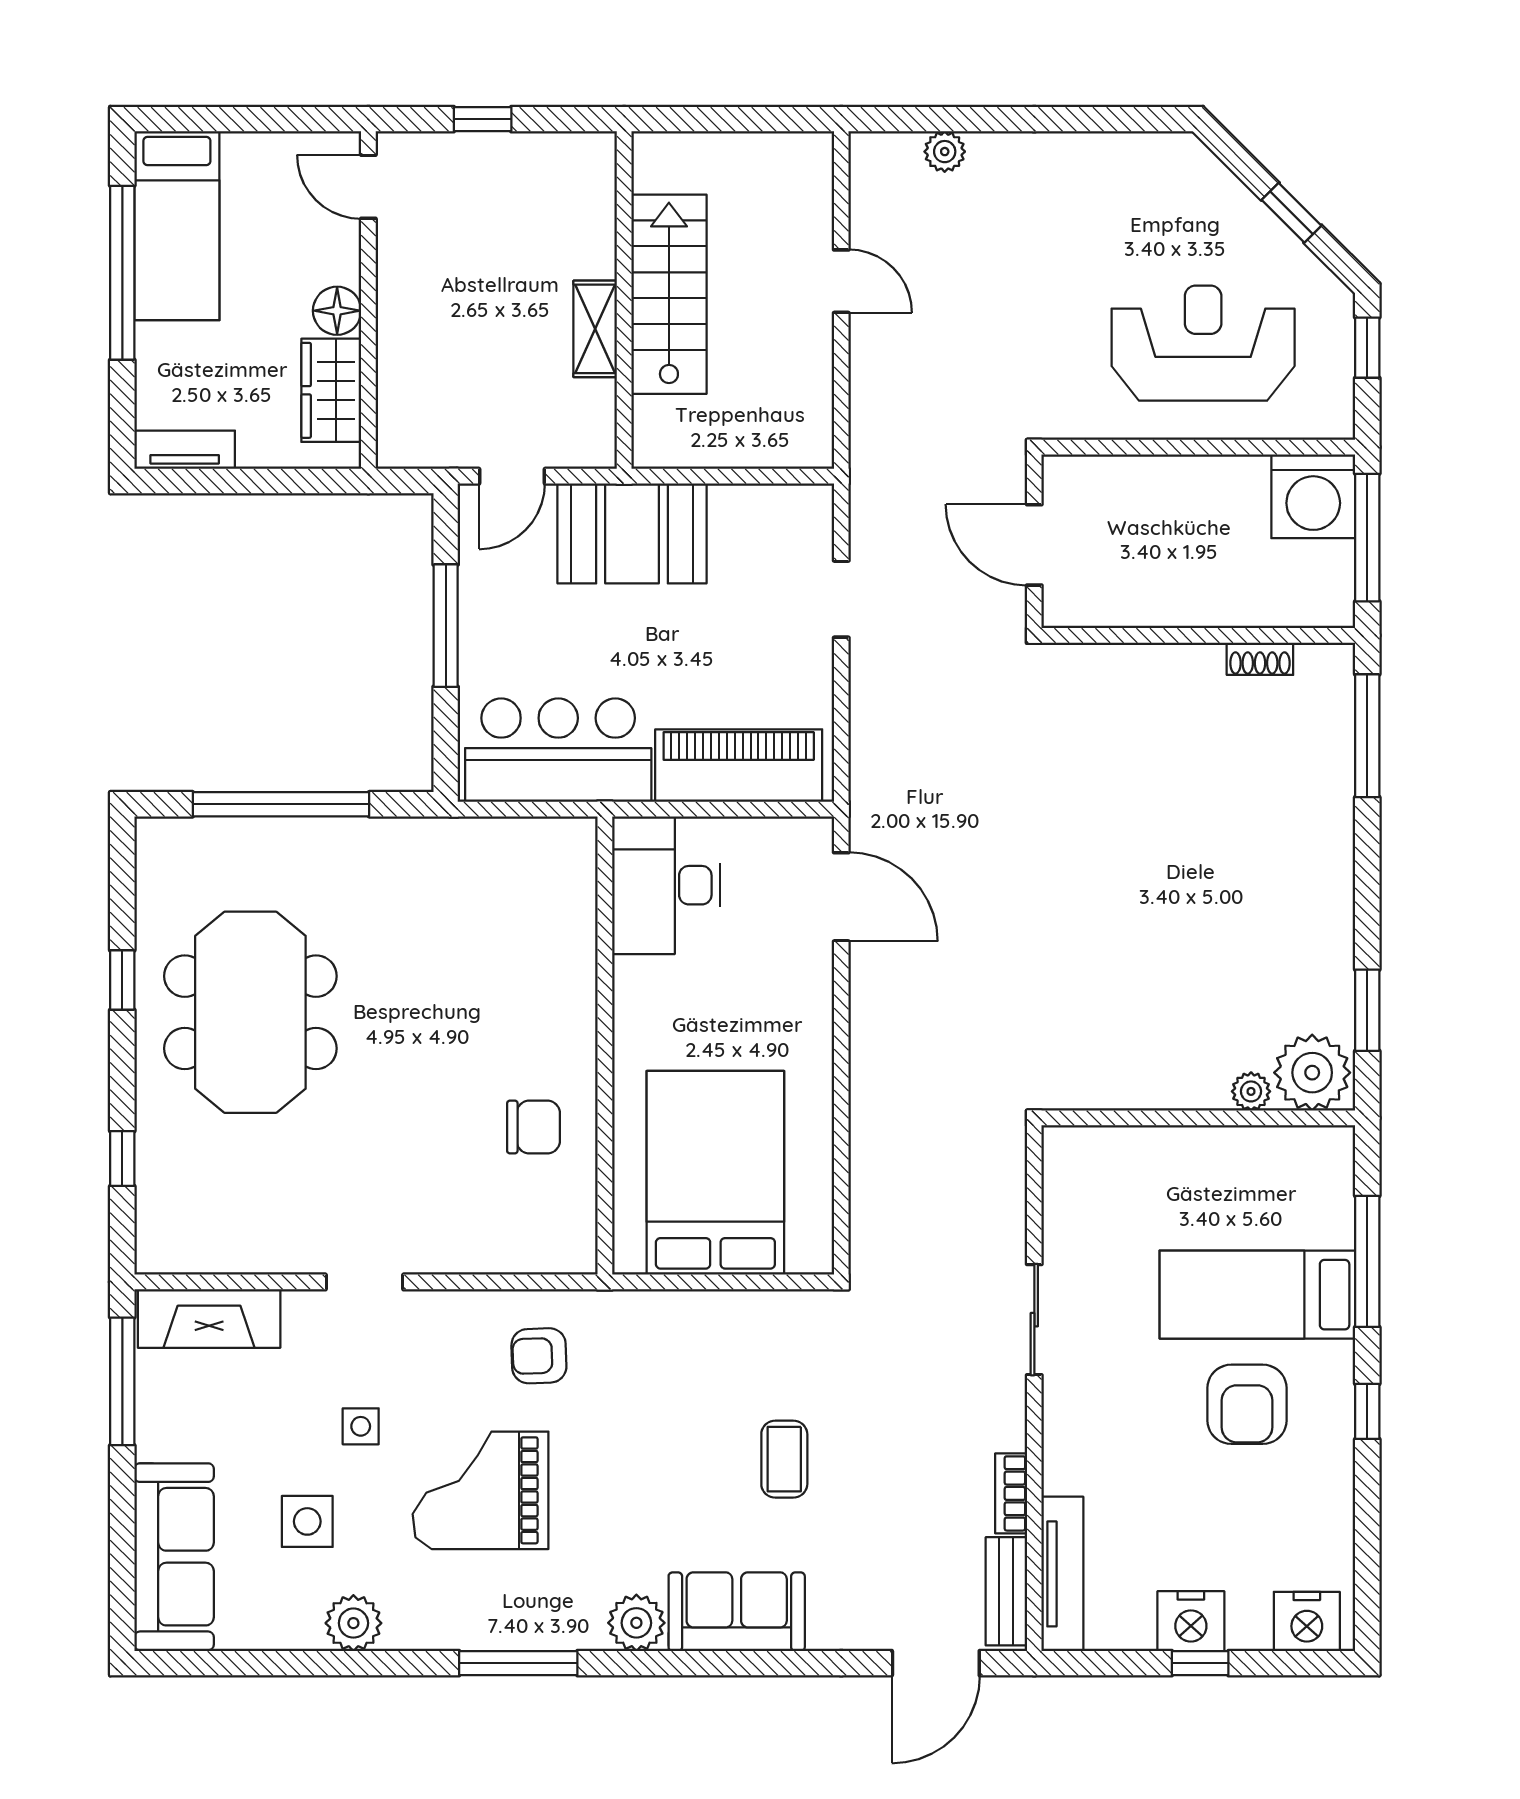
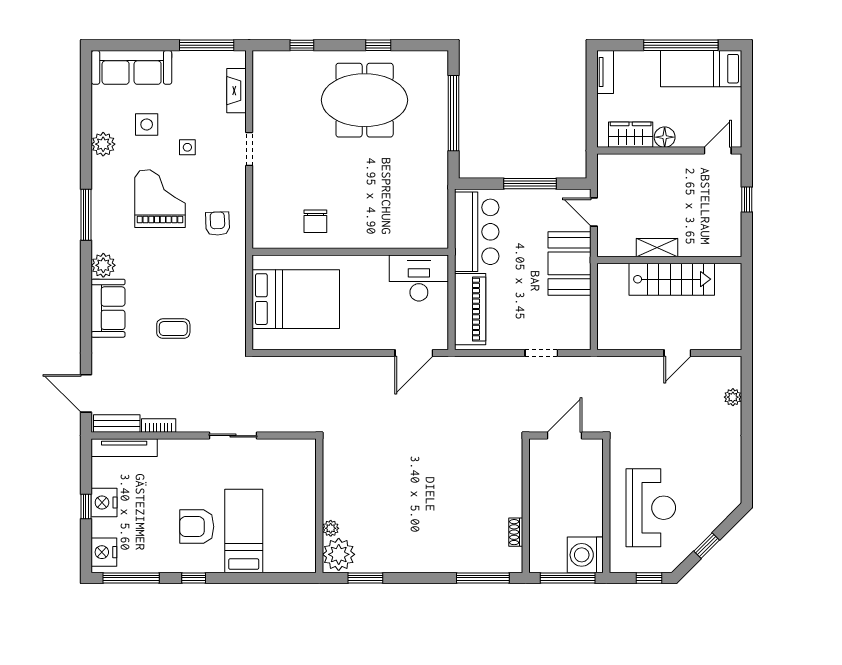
window: (1367, 1261) -> (131, 578), moved
fireplace: (209, 1319) -> (236, 91), width x0.73, depth x0.76

